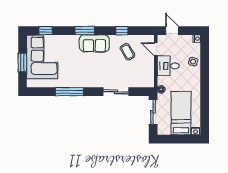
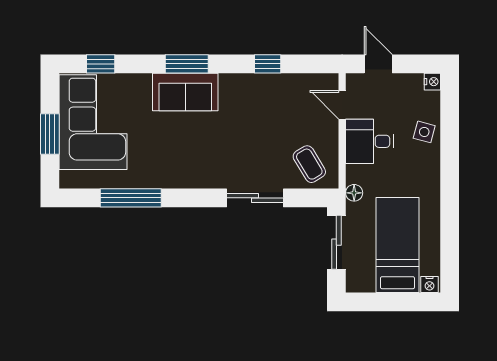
sofa: (94, 43) -> (185, 92), moved
coffee table: (127, 52) -> (309, 164), moved
window: (69, 92) -> (131, 198), moved

